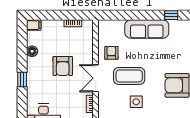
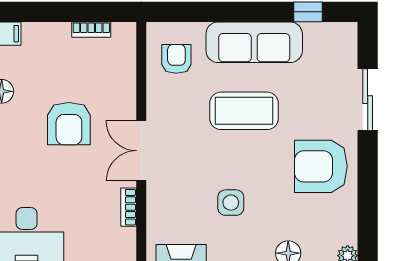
armchair: (111, 53) -> (176, 59), moved
coffee table: (129, 76) -> (244, 111), moved

